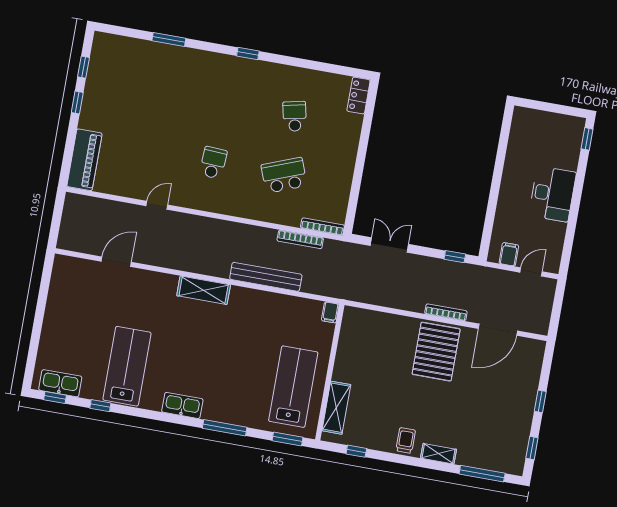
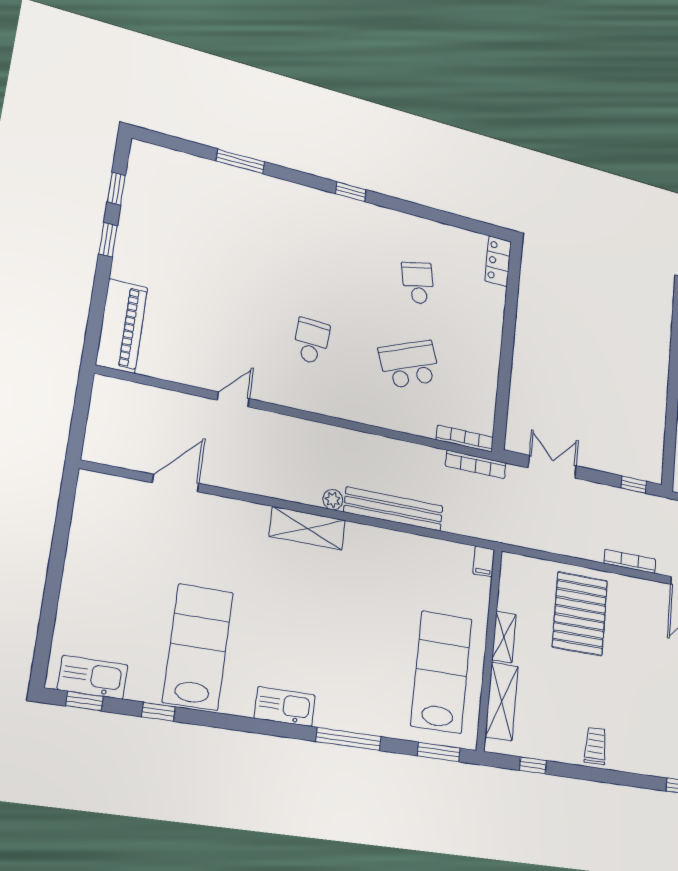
bookcase: (300, 239) -> (476, 464), moved
plant: (222, 271) -> (333, 500), added
pallet: (436, 352) -> (580, 614), moved
shelving: (438, 454) -> (504, 637), moved, turned 90

